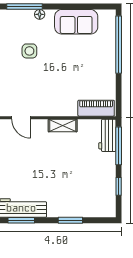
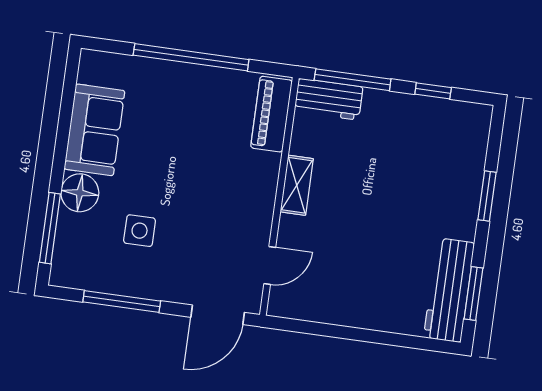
floor lamp: (40, 14) -> (80, 193), width x1.89, depth x1.89
window: (119, 45) -> (191, 57), moved

